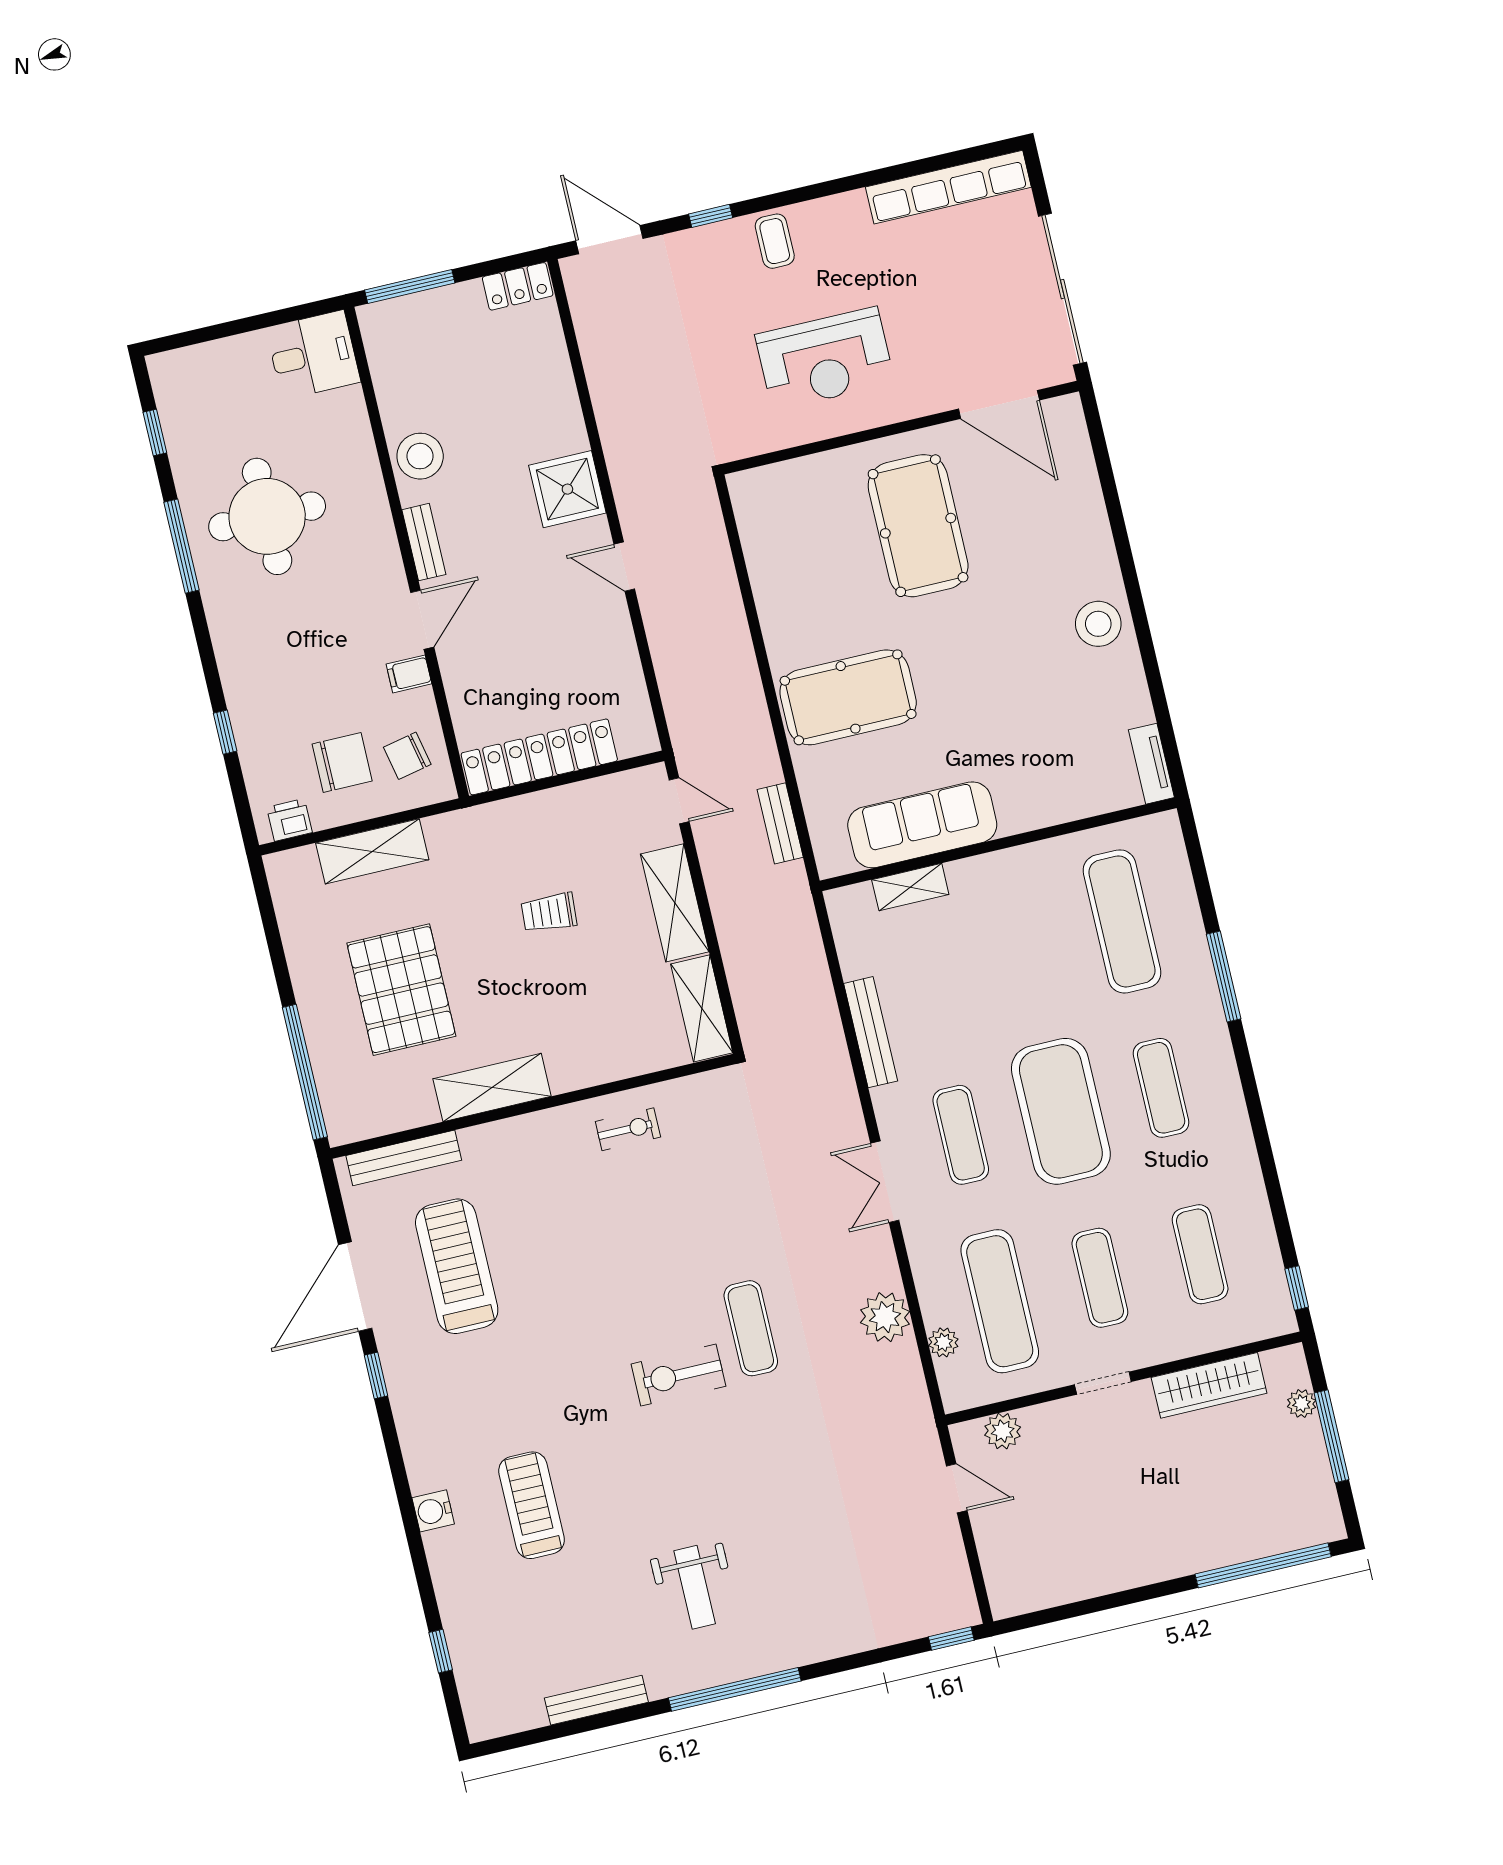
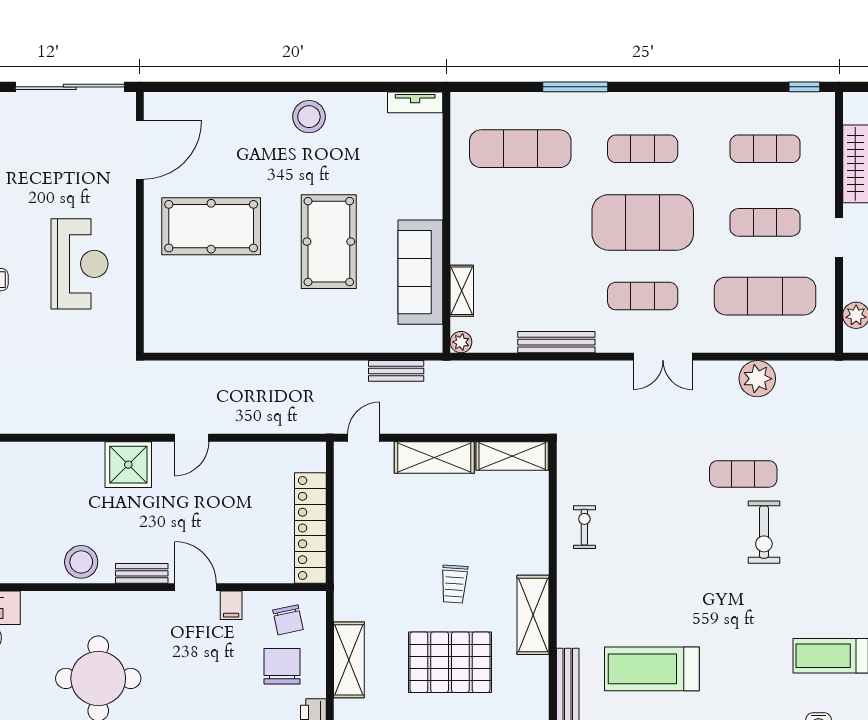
pool table: (848, 697) -> (329, 242), moved
trolley: (549, 913) -> (454, 584), moved
plant: (943, 1342) -> (461, 342), moved

